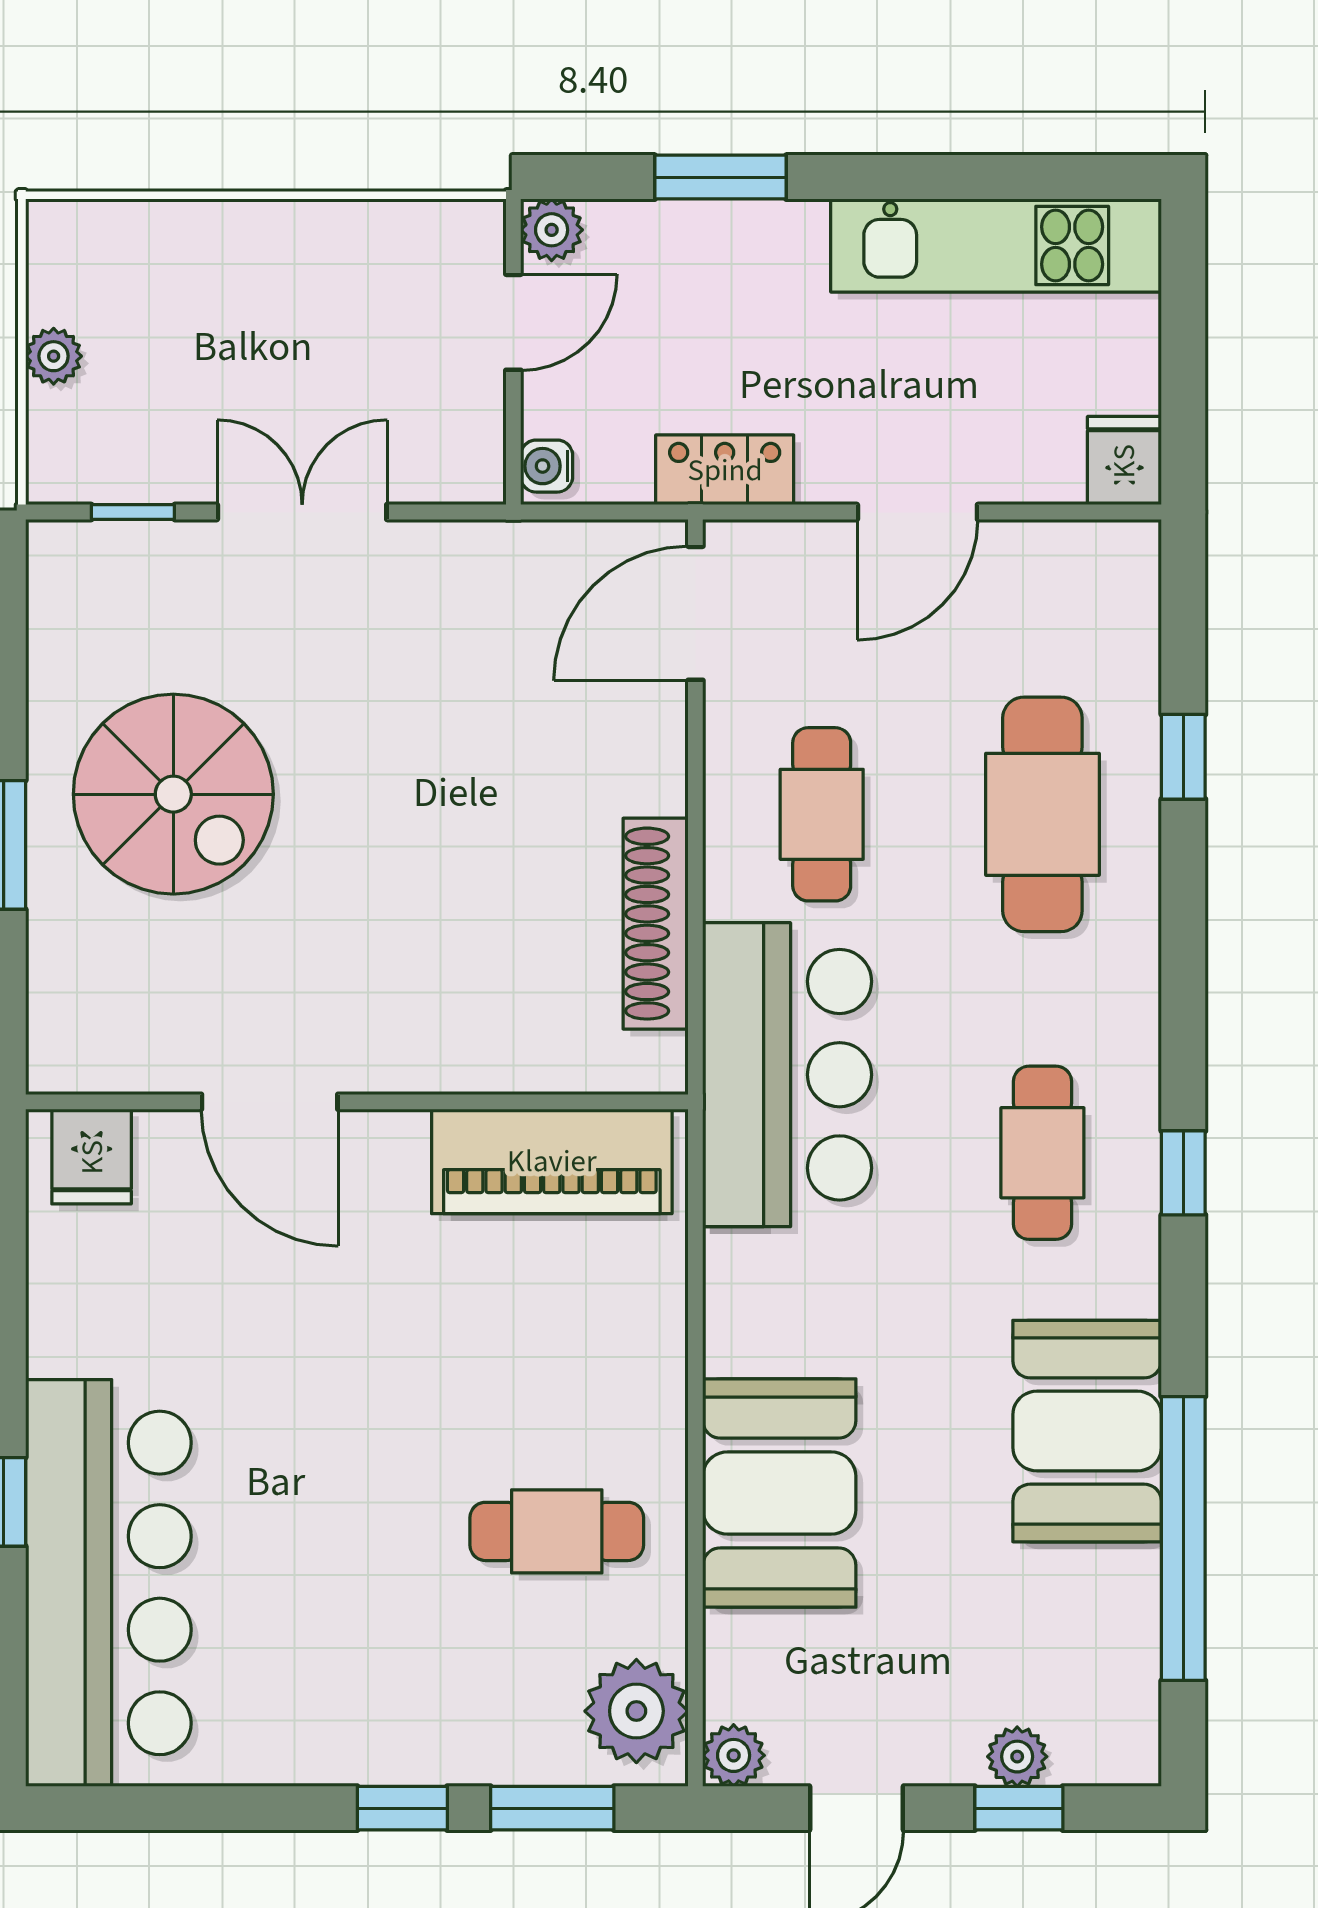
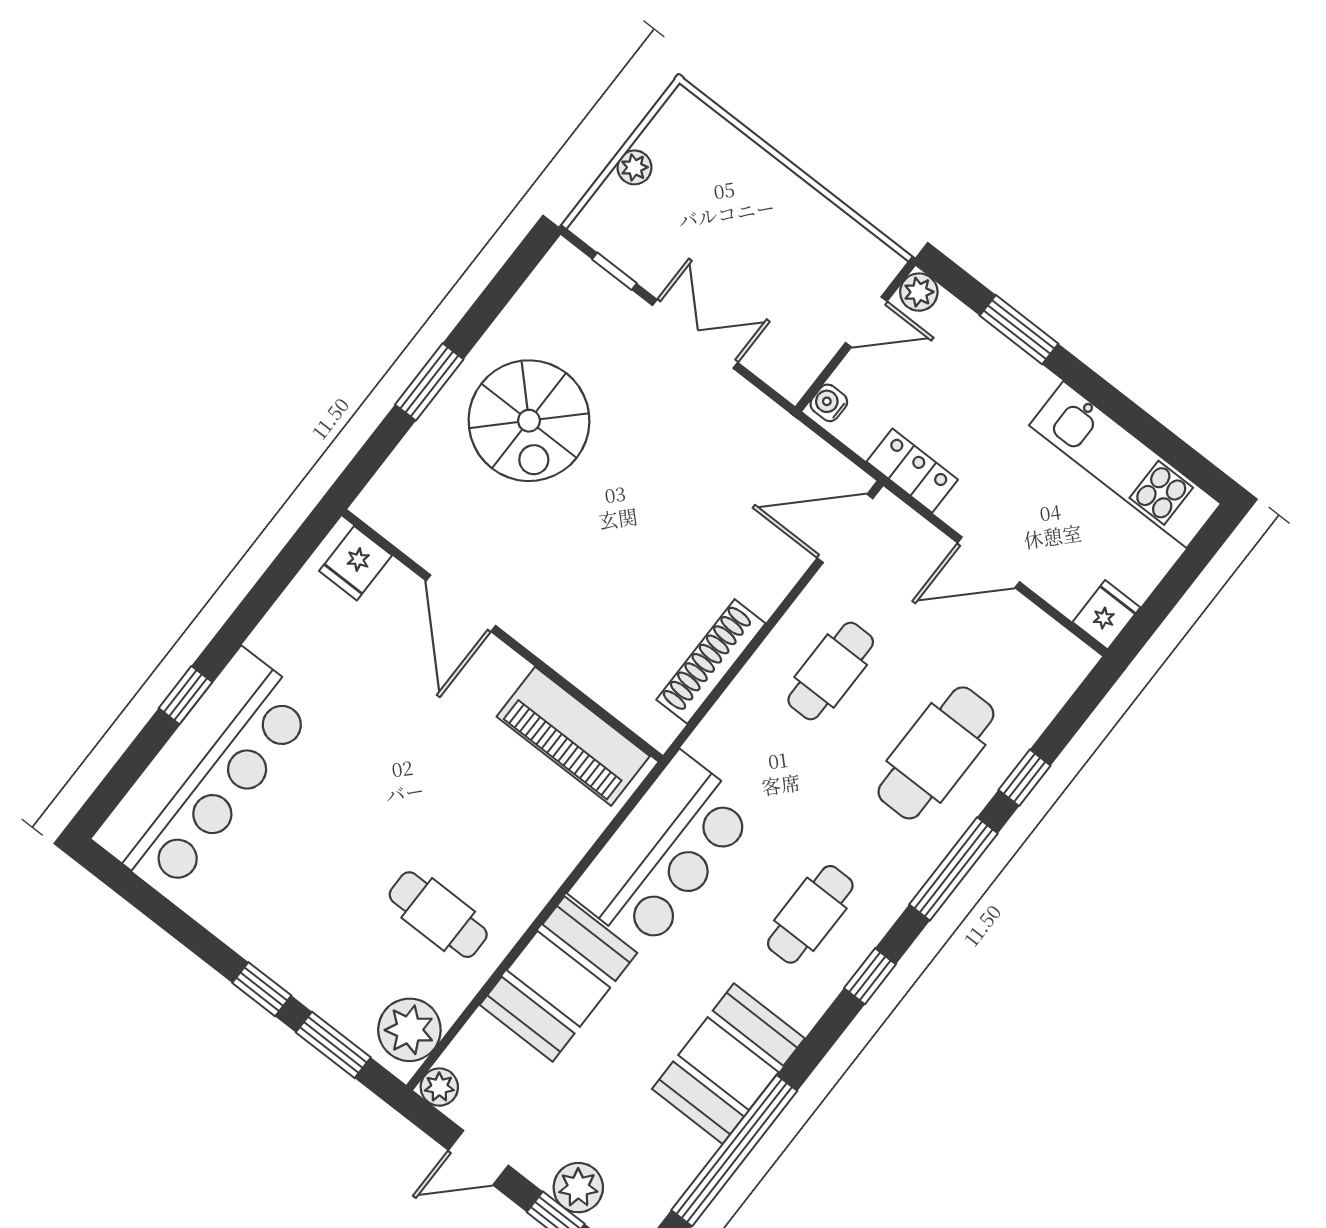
window: (1183, 948) -> (953, 869), added
bar counter: (787, 1075) -> (663, 852), moved
plant: (1017, 1757) -> (578, 1188), width x1.38, depth x1.38

